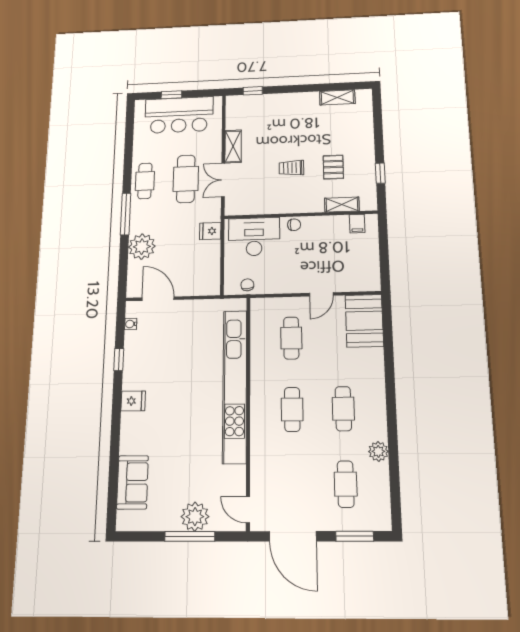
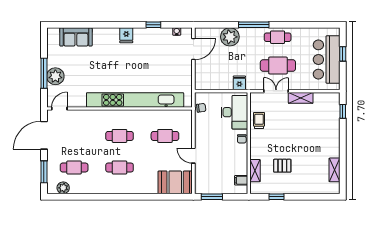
trolley: (291, 168) -> (259, 120), moved
window: (384, 265) -> (212, 197), added
plant: (378, 451) -> (63, 188), moved

